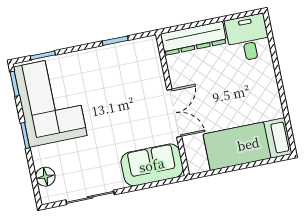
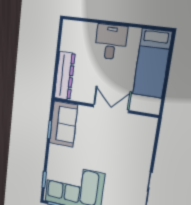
desk: (248, 38) -> (111, 42), moved, turned 90
sofa: (152, 165) -> (63, 124), moved, turned 180

